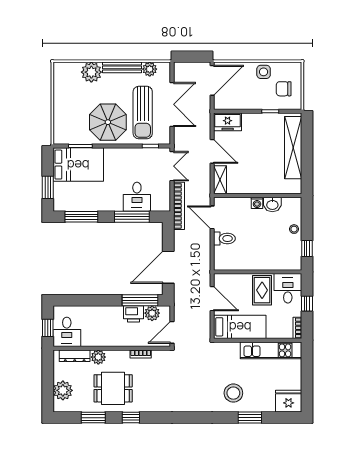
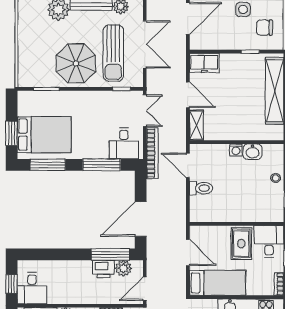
bed: (78, 165) -> (44, 135), moved
desk: (137, 197) -> (124, 143), moved

